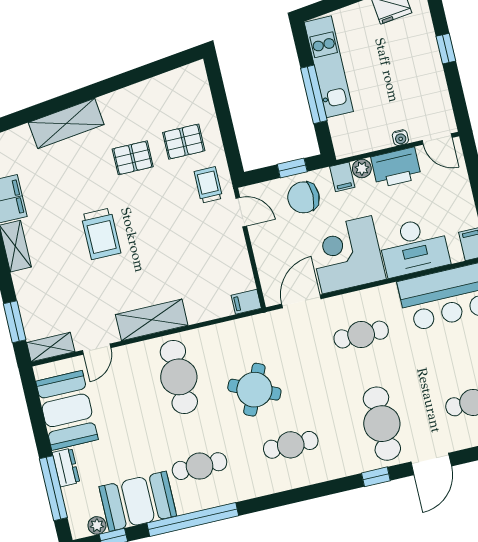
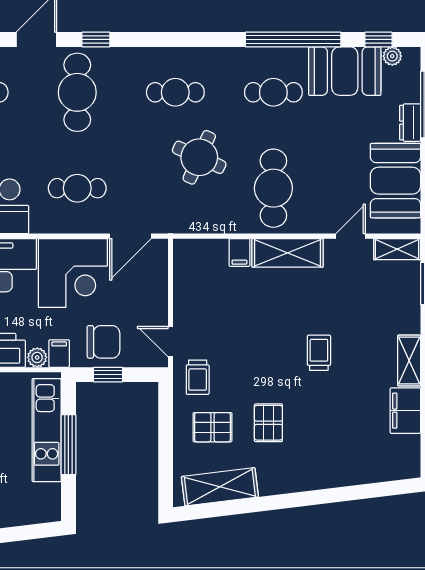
kitchen unit: (329, 67) -> (47, 430), moved
shelving: (66, 124) -> (220, 487), moved
pallet: (133, 158) -> (268, 423), turned 90
trolley: (101, 234) -> (319, 353), width x0.73, depth x0.72
filing cabinet: (246, 302) -> (239, 252), moved, turned 90

